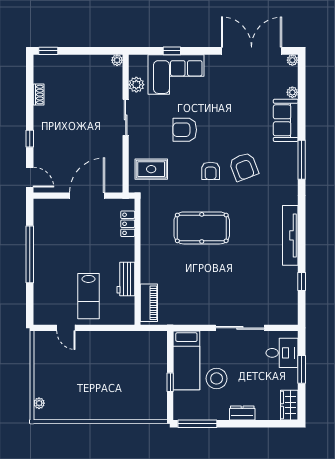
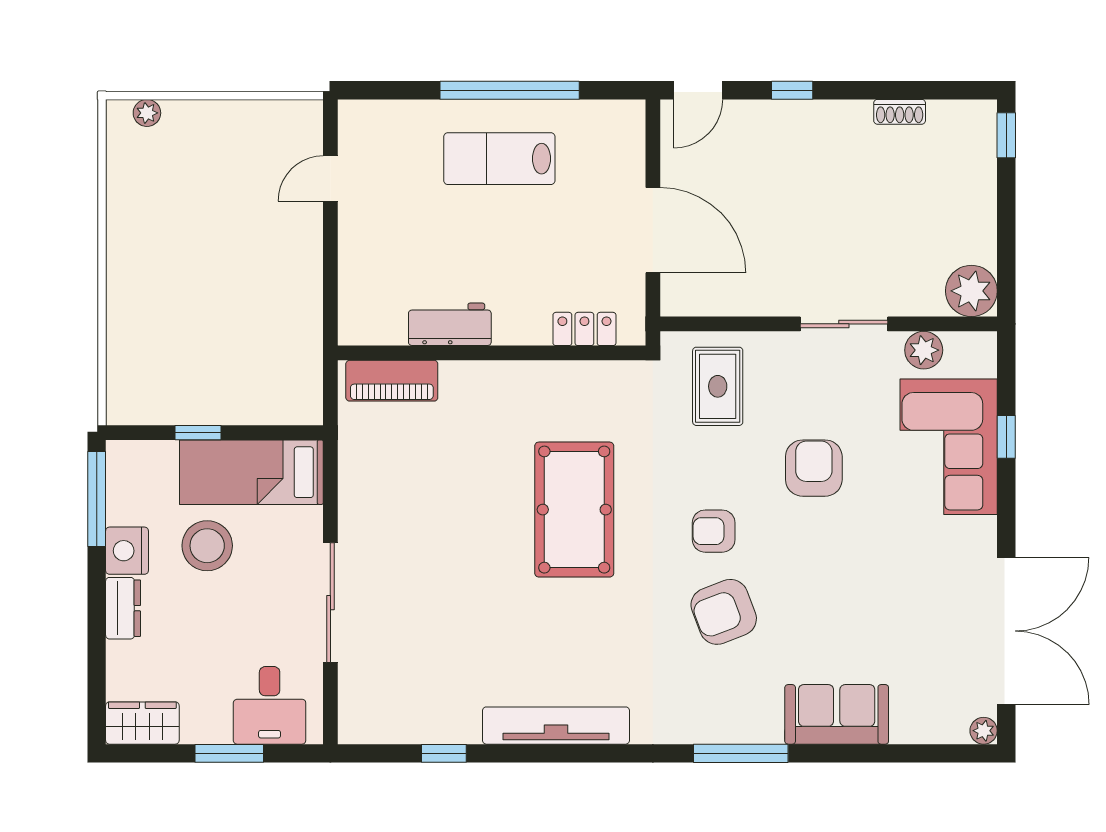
plant: (117, 60) -> (971, 291), width x1.88, depth x1.88
plant: (292, 92) -> (905, 731), removed
lab bench: (88, 296) -> (499, 159), moved
nightstand: (219, 411) -> (127, 551), added

